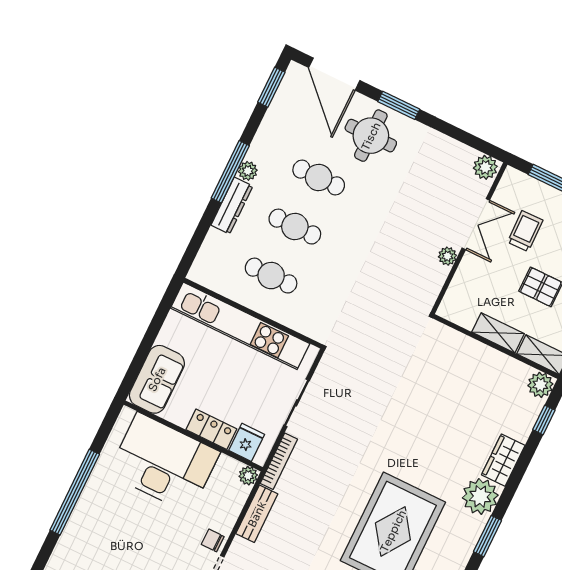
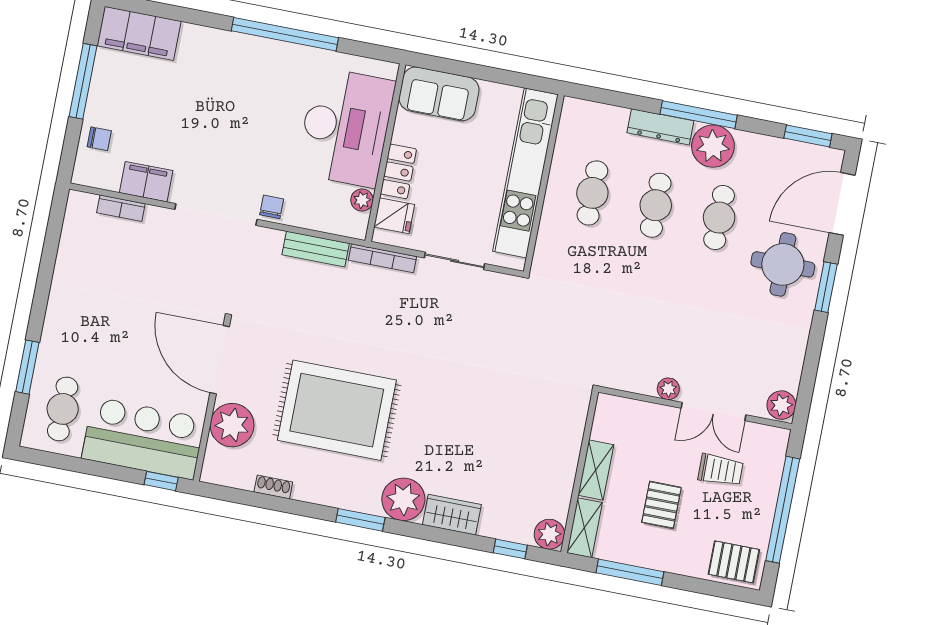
plant: (248, 171) -> (713, 146), width x1.88, depth x1.88
plant: (248, 476) -> (362, 200), moved

